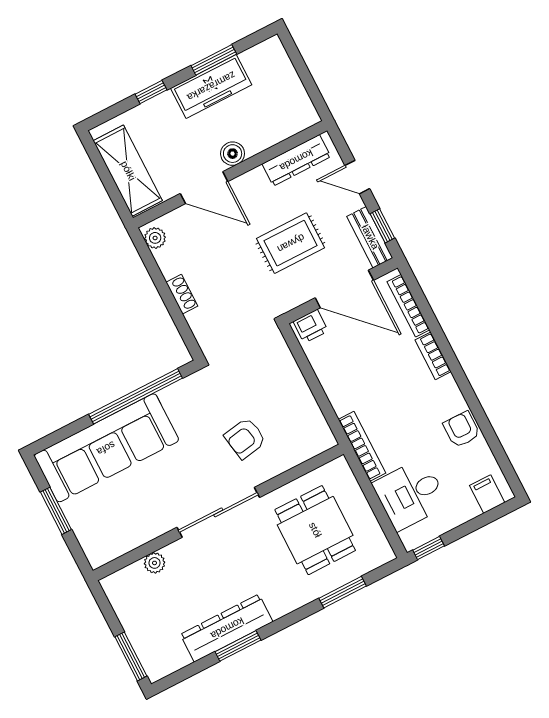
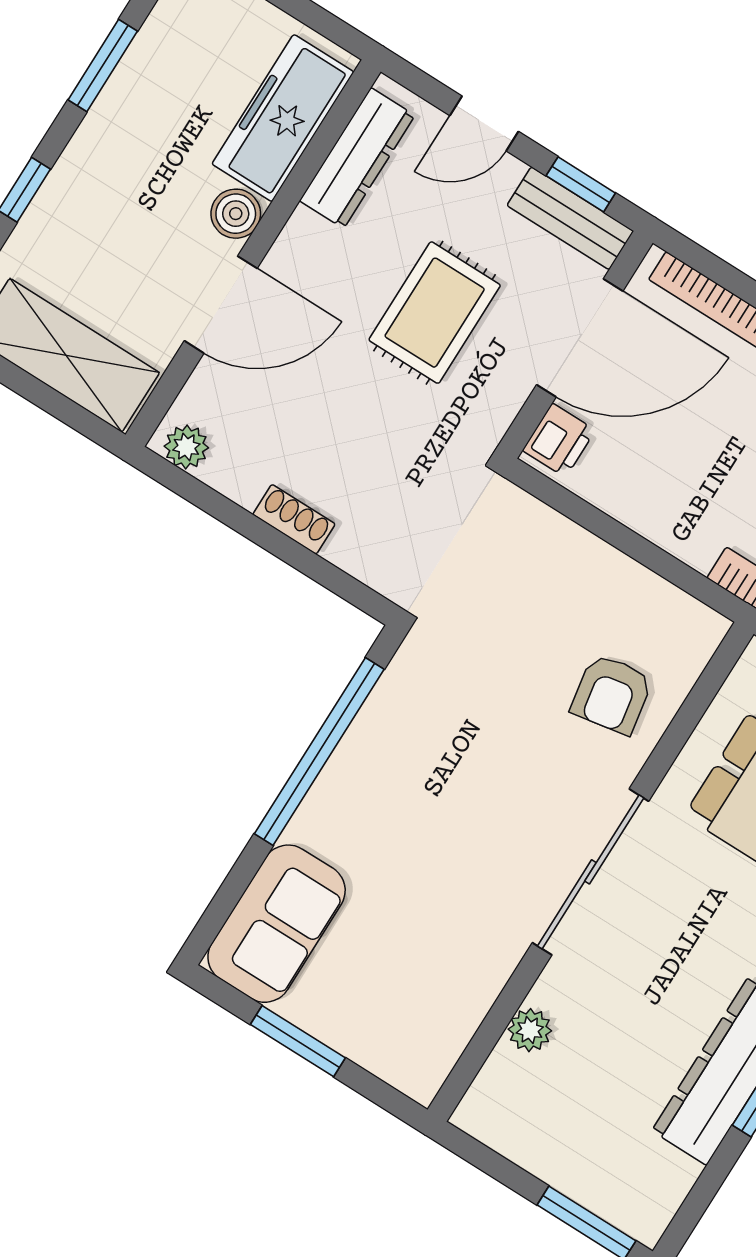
freezer: (211, 86) -> (283, 118), moved, turned 180
armchair: (245, 438) -> (612, 694), moved
sofa: (106, 448) -> (277, 924), width x0.54, depth x0.79

